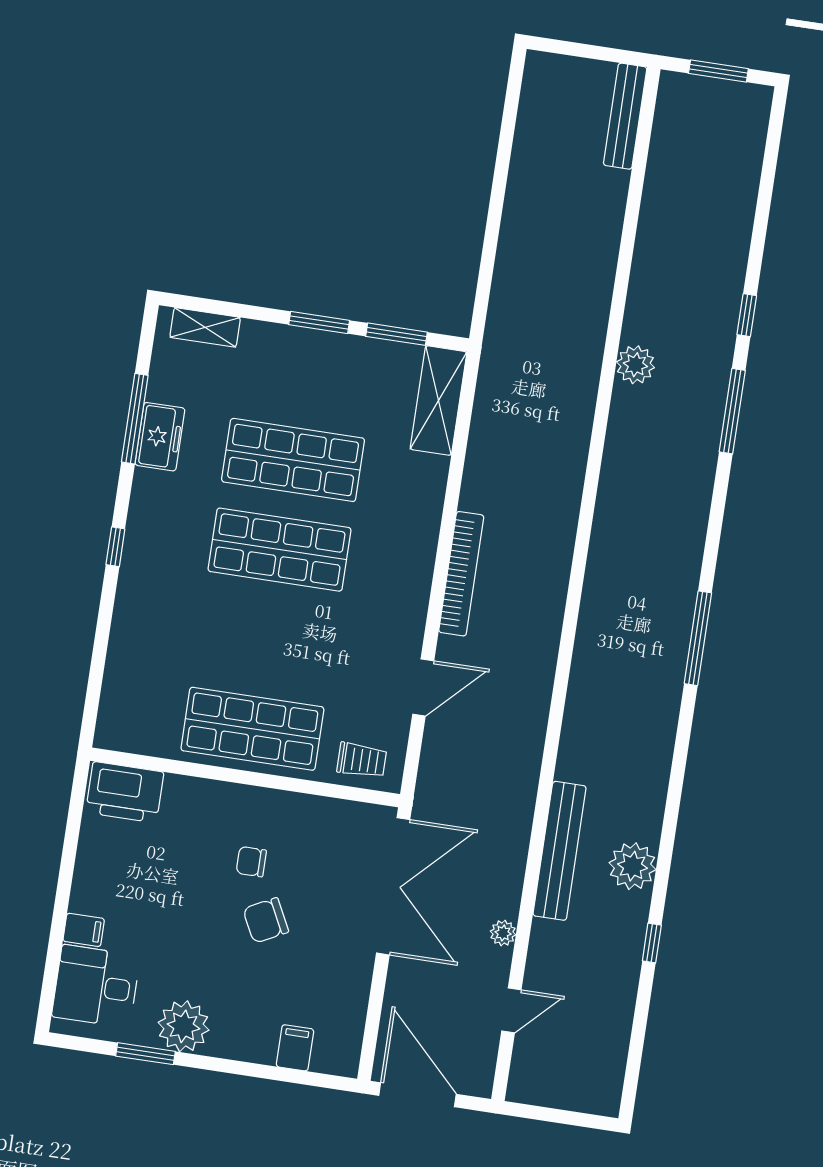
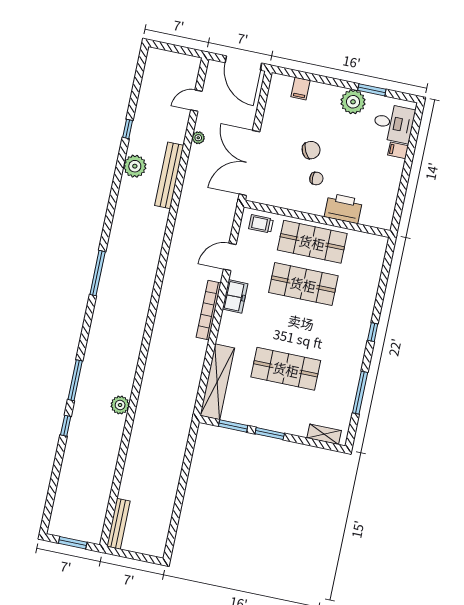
shelving: (438, 401) -> (217, 382), width x1.47
freezer: (160, 437) -> (235, 296), moved, turned 180
shop shelf: (280, 550) -> (303, 284), moved
printer: (125, 792) -> (343, 208), moved

